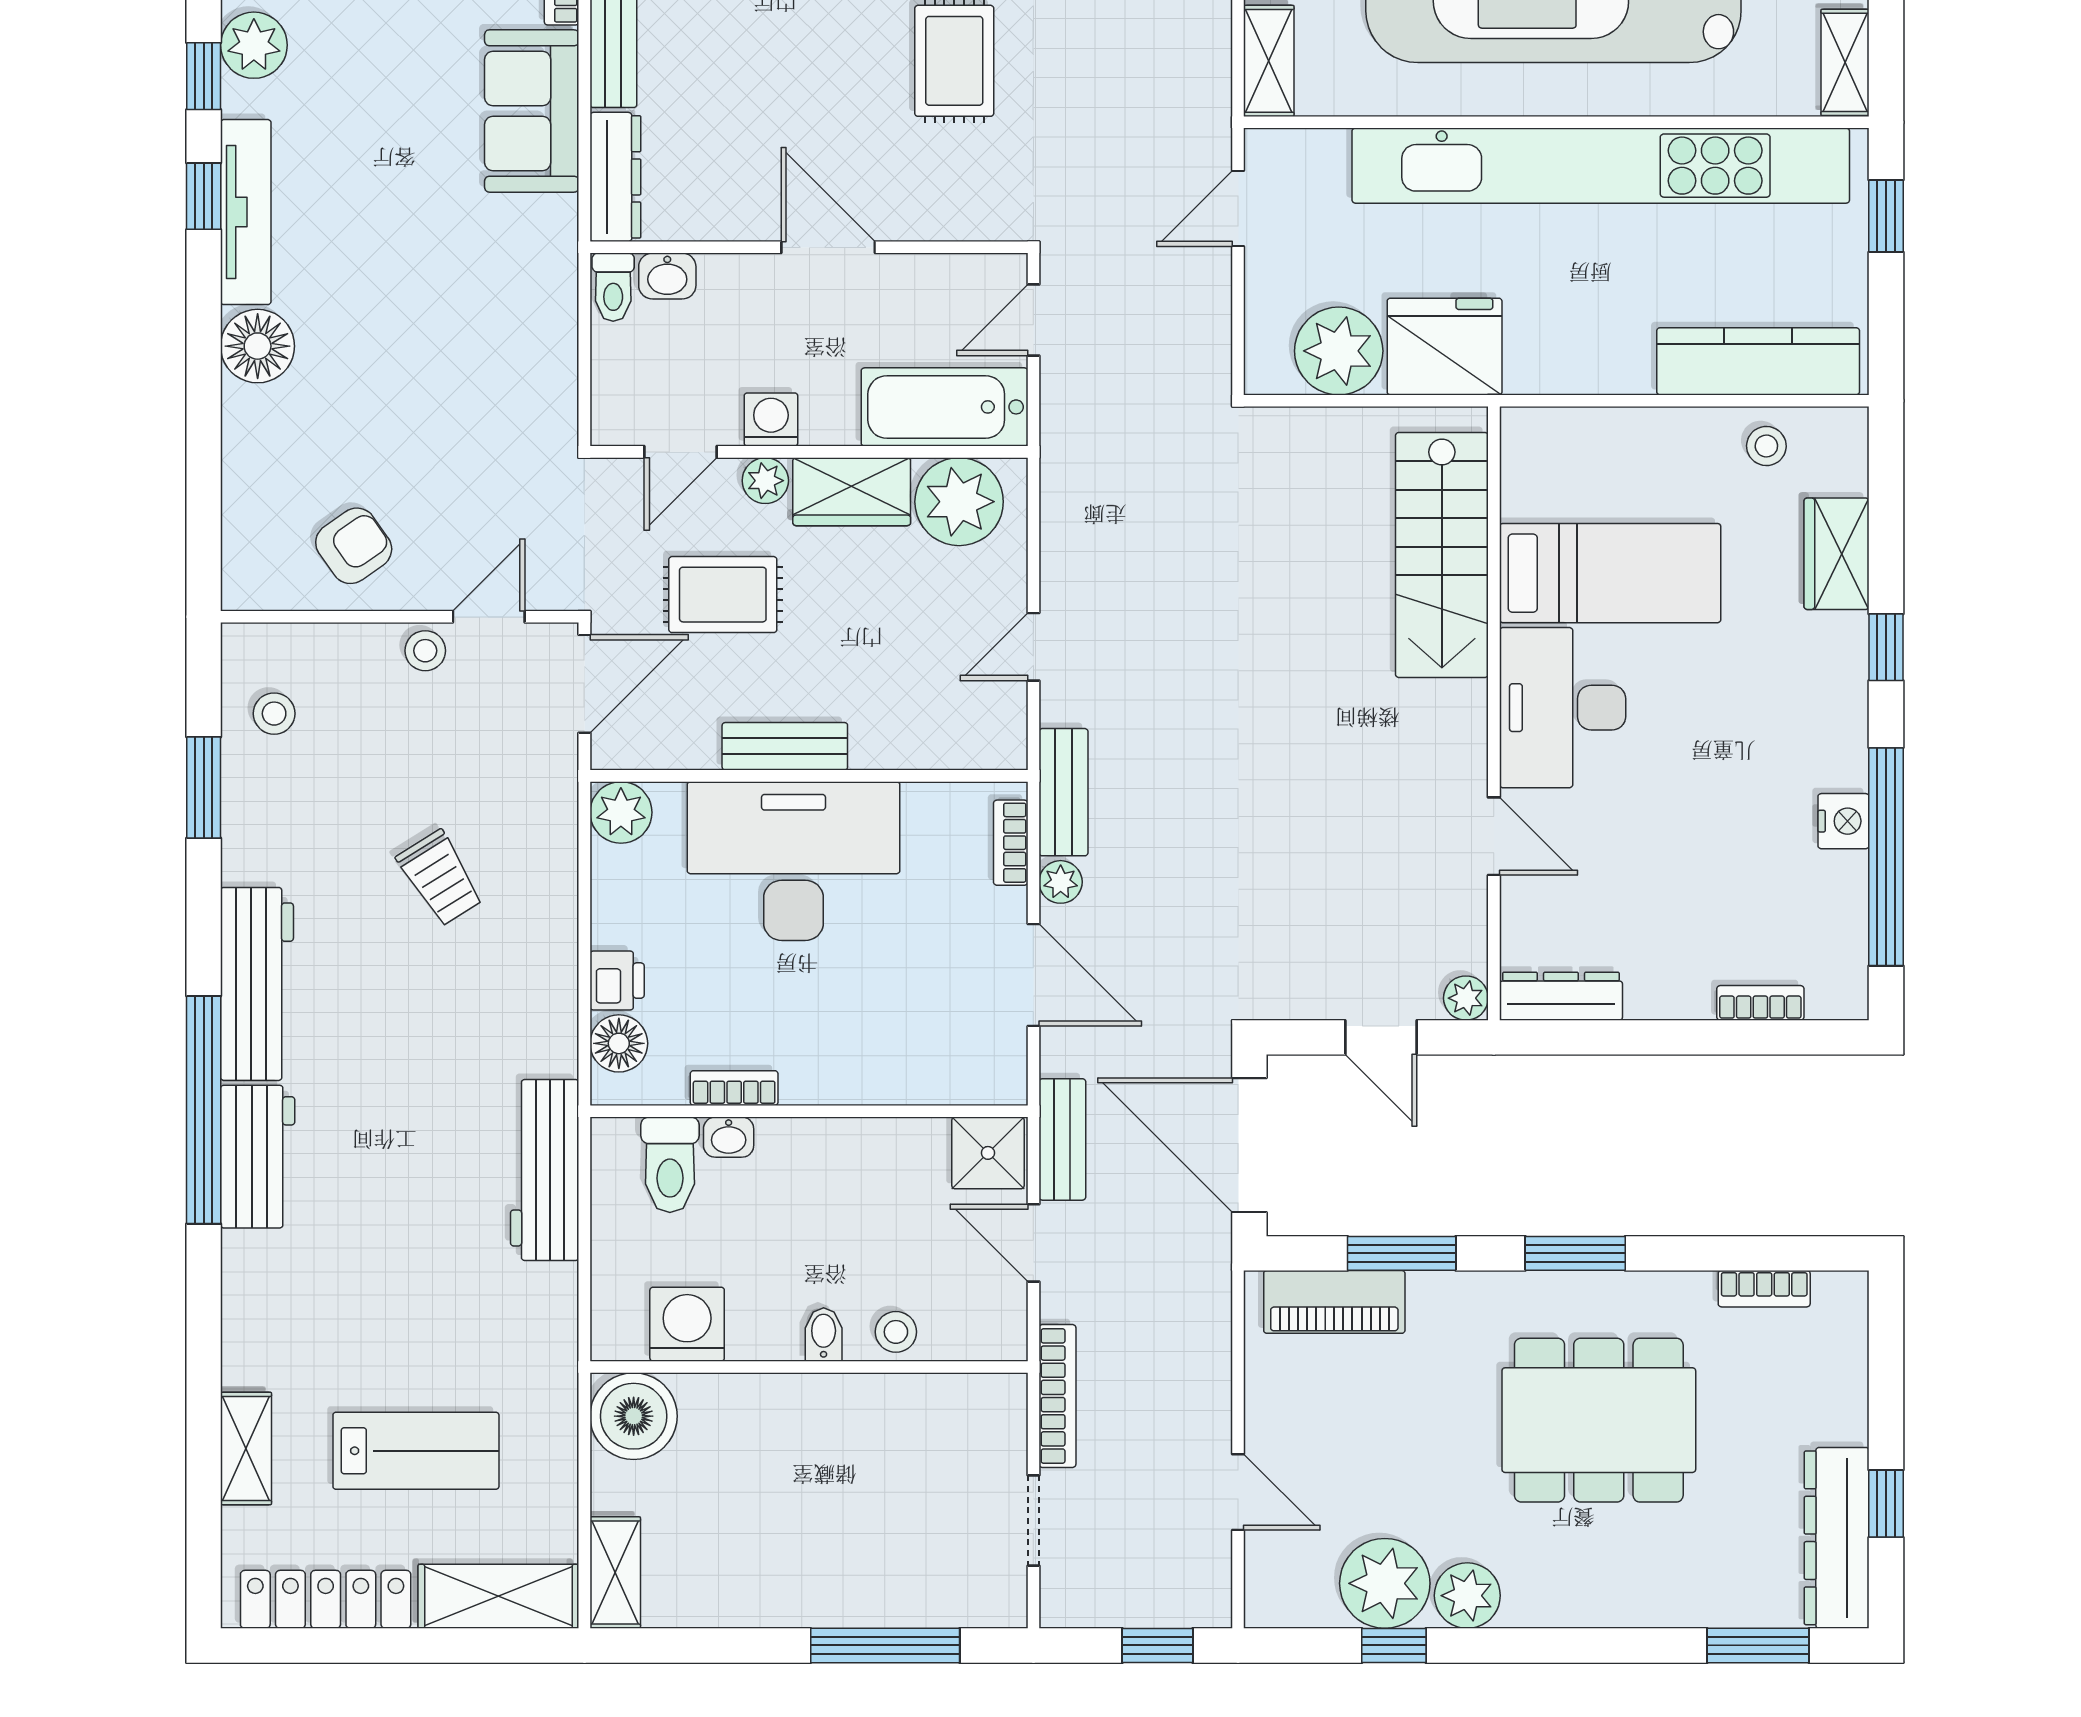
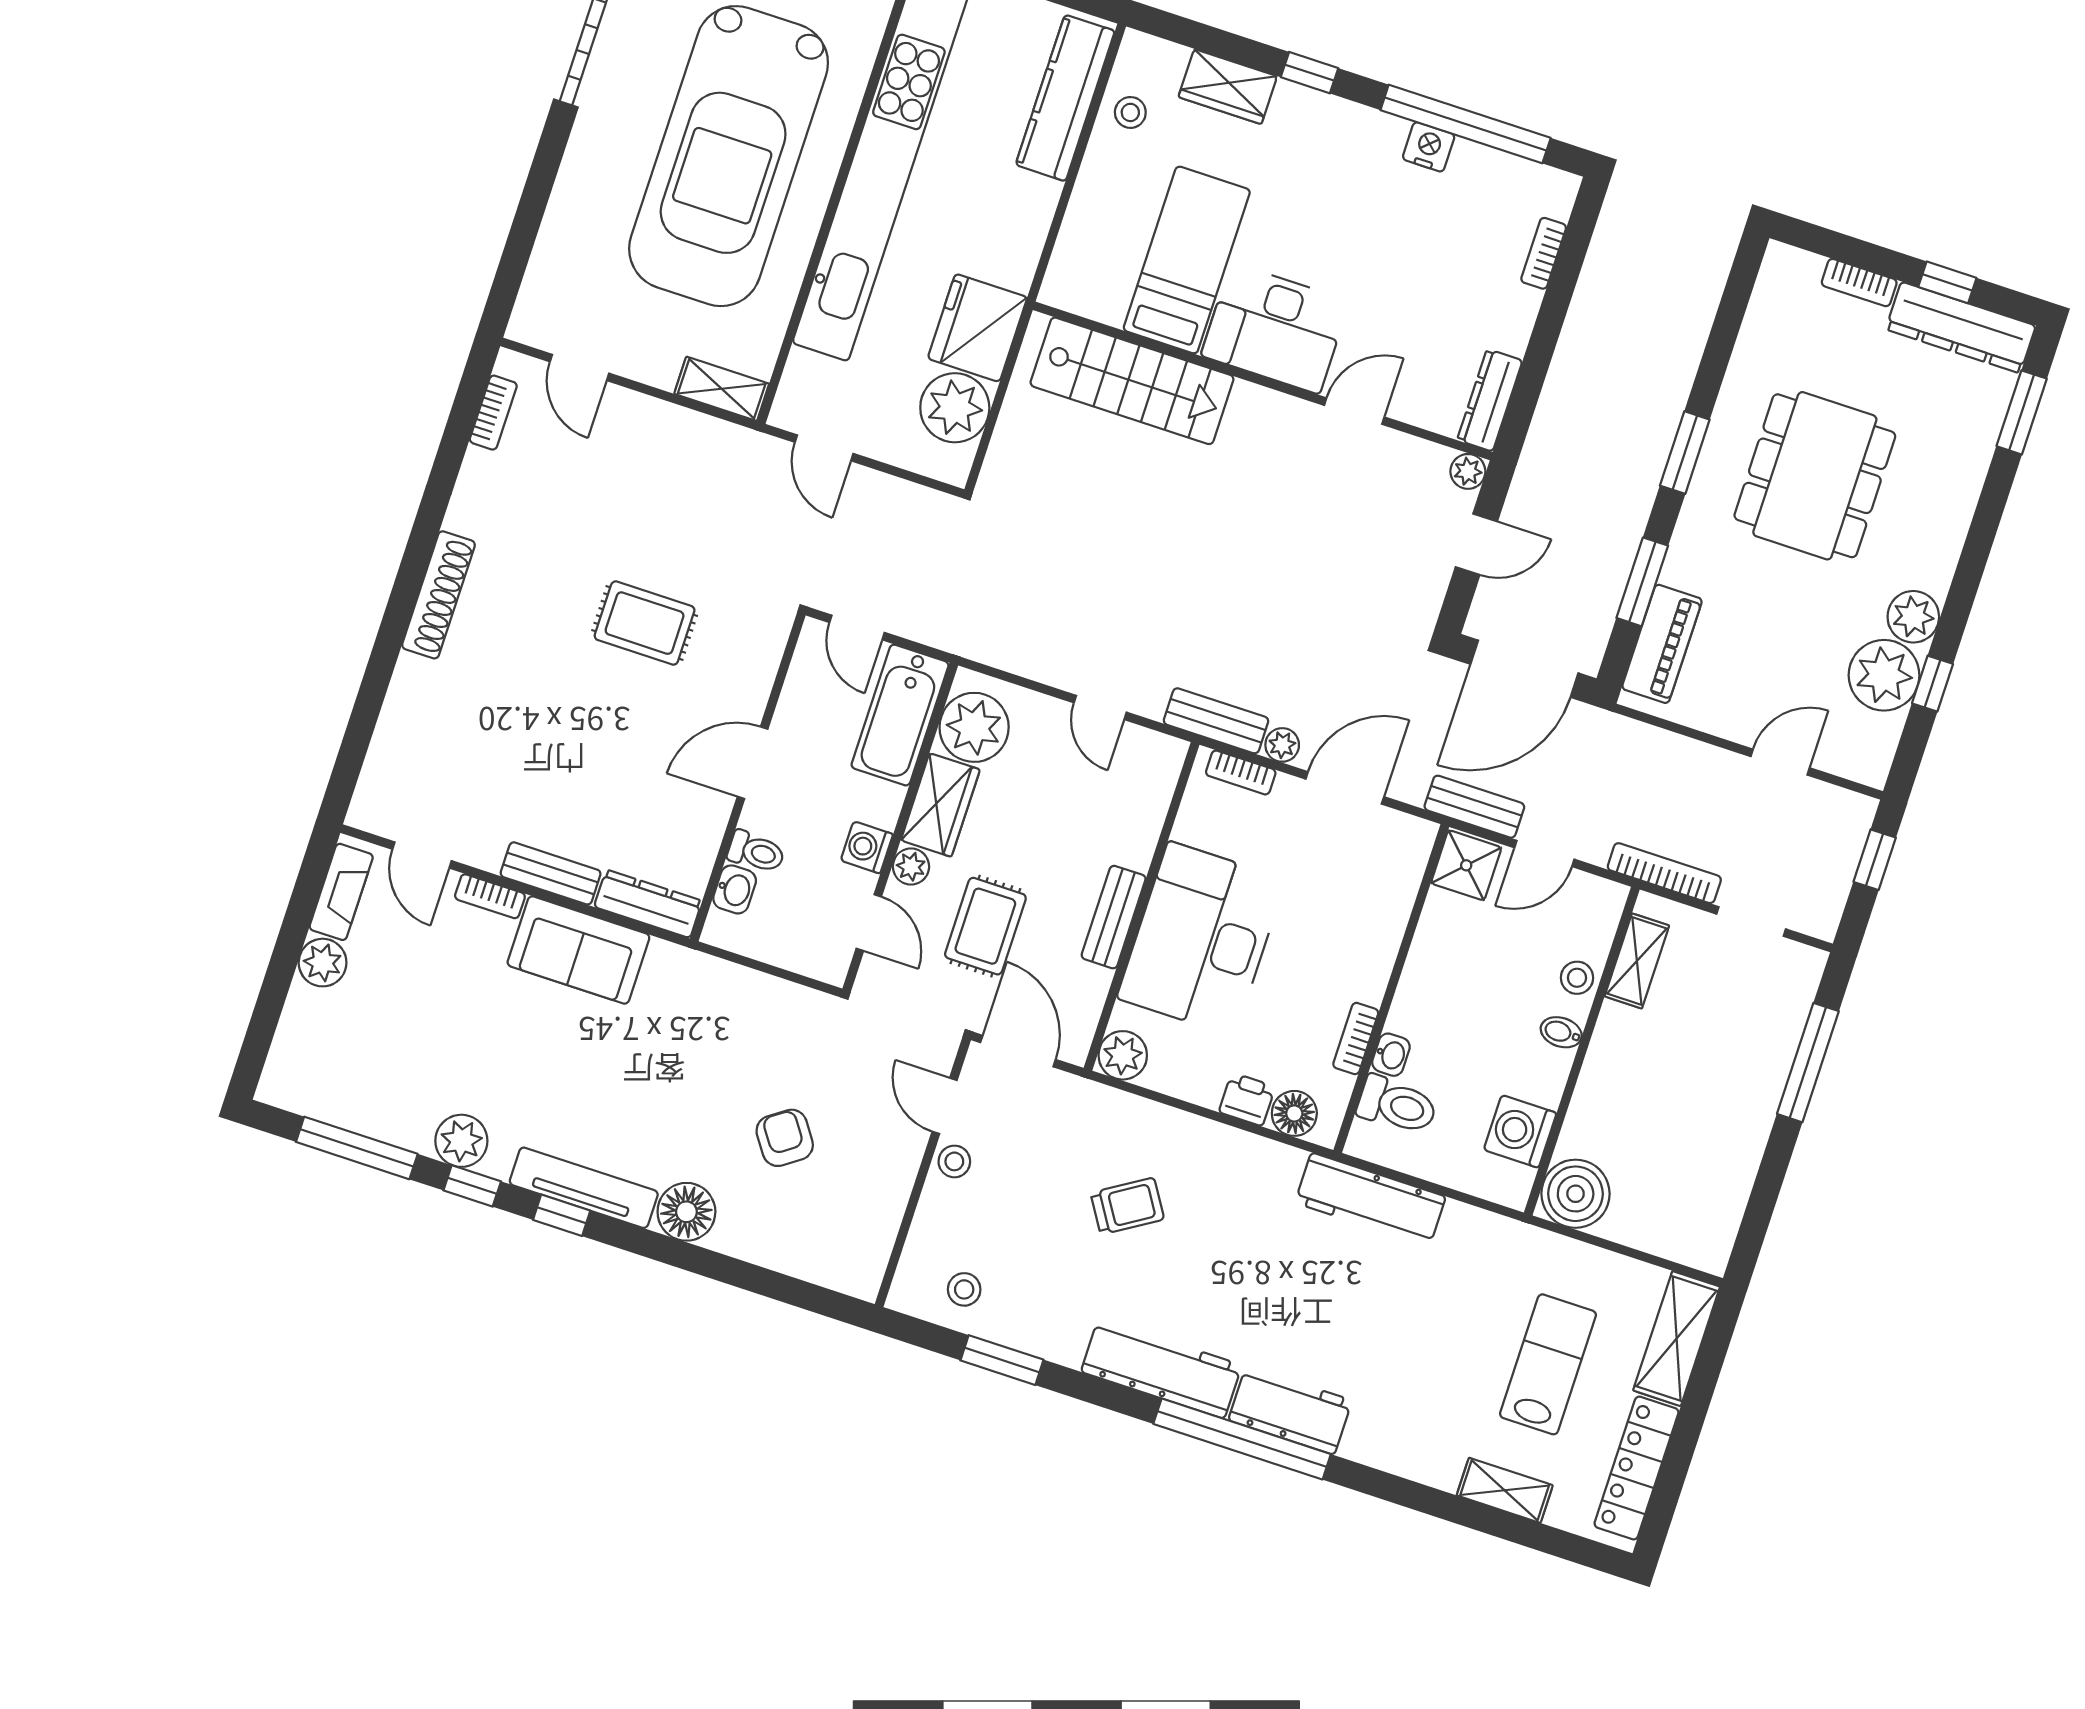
toilet: (613, 287) -> (756, 852), moved
armchair: (354, 546) -> (785, 1138), moved
bookcase: (1764, 1289) -> (1859, 283), moved, turned 90
shelving: (615, 1573) -> (1637, 961), moved, turned 90

